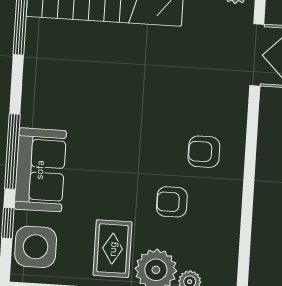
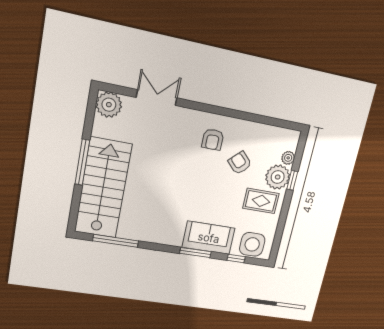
window: (12, 151) -> (195, 253), width x0.69
armchair: (172, 202) -> (240, 163), turned 136

